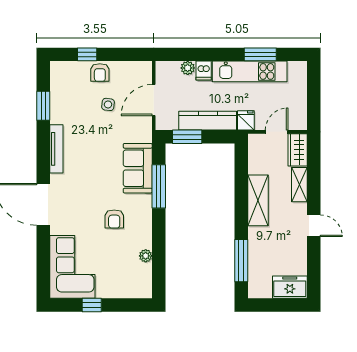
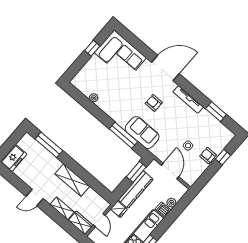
armchair: (114, 219) -> (154, 103), moved

